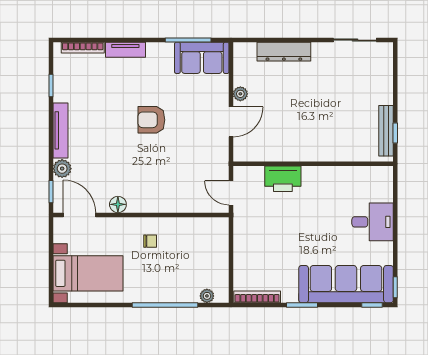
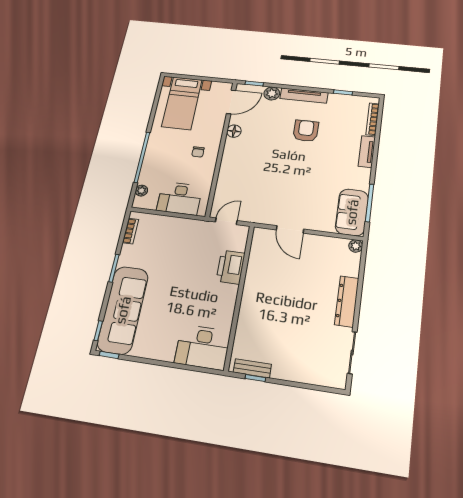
dresser: (284, 52) -> (347, 301), moved
plant: (240, 94) -> (356, 246), moved
armchair: (151, 120) -> (306, 131), moved
bench: (386, 131) -> (252, 368), width x0.73
desk: (373, 222) -> (203, 347), moved, width x1.37
desk: (211, 251) -> (179, 198), added
bookcase: (257, 297) -> (131, 231), width x0.64

